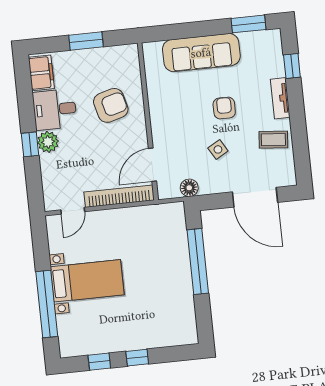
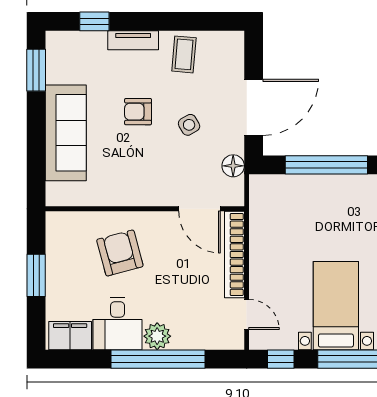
window: (30, 144) -> (158, 359), width x3.17
door: (255, 197) -> (254, 107), moved
window: (40, 242) -> (281, 359), added

